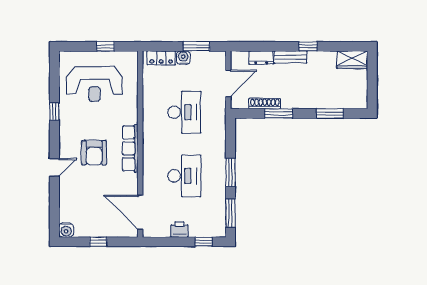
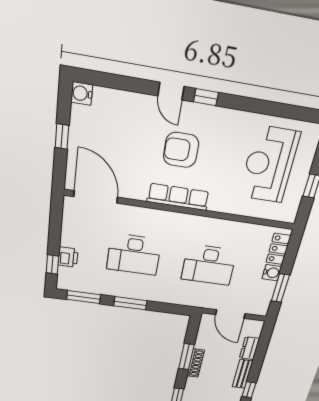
shoe rack: (265, 104) -> (195, 363), moved
window: (54, 111) -> (206, 97), moved
door: (140, 212) -> (96, 197), hinge flipped
printer: (179, 230) -> (68, 257), moved

